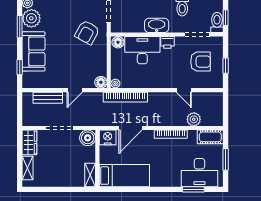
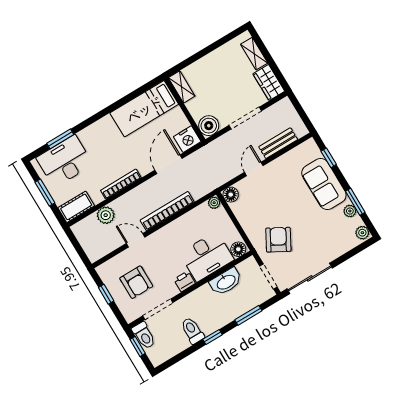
plant: (31, 18) -> (350, 211), width x0.53, depth x0.53
washbasin: (157, 25) -> (226, 282), moved
armchair: (200, 62) -> (136, 282), turned -90
bookcase: (125, 97) -> (167, 211), moved

